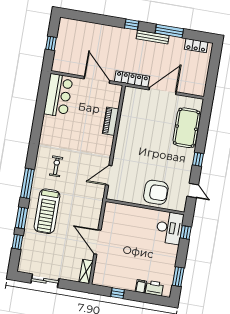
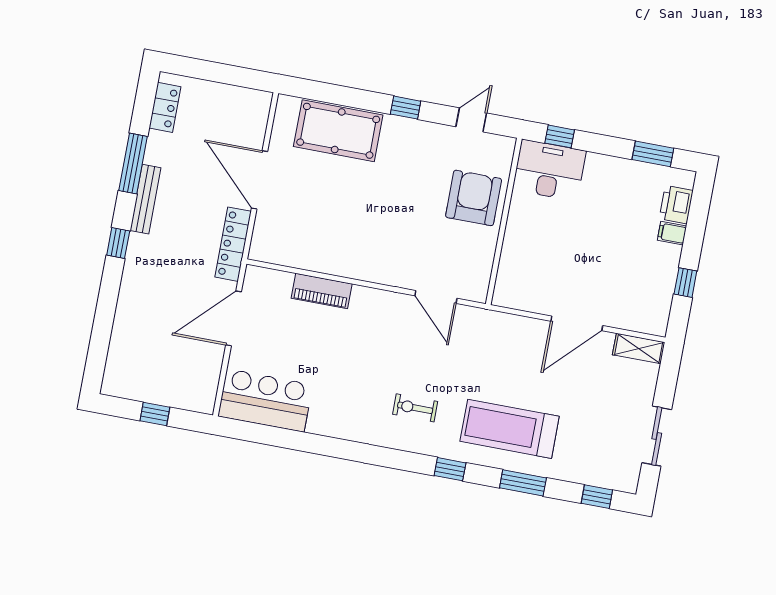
window: (27, 183) -> (450, 469), width x0.46
treadmill: (47, 211) -> (510, 429), turned 180
window: (18, 242) -> (597, 497), moved

